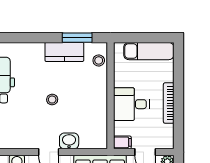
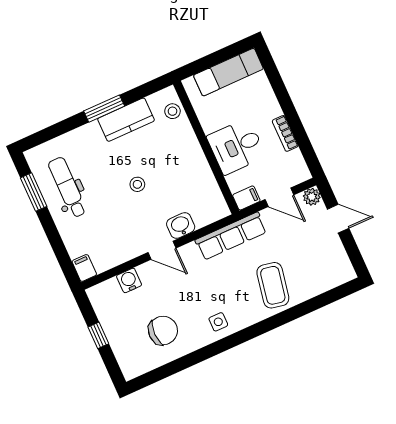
window: (77, 38) -> (104, 109), moved
bookcase: (169, 103) -> (285, 133), width x0.64

